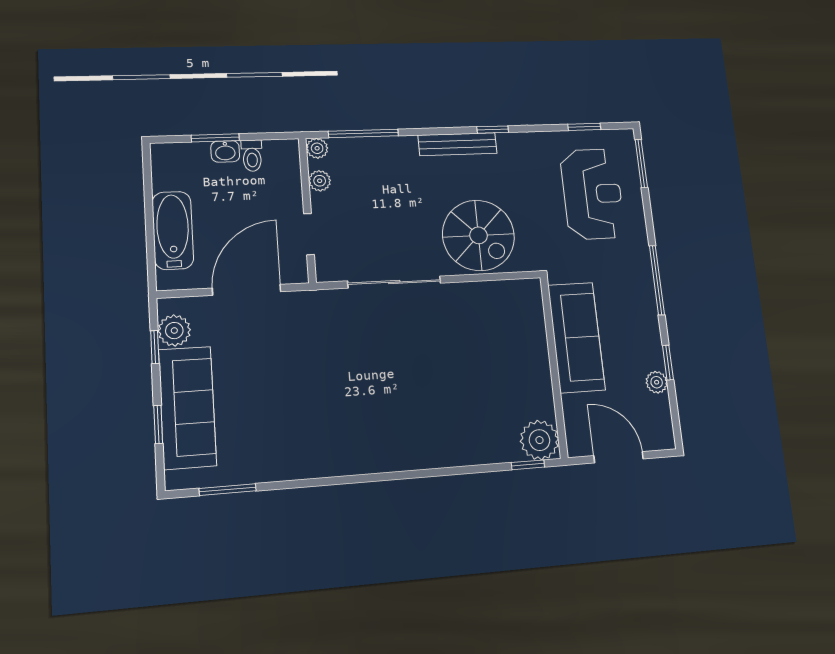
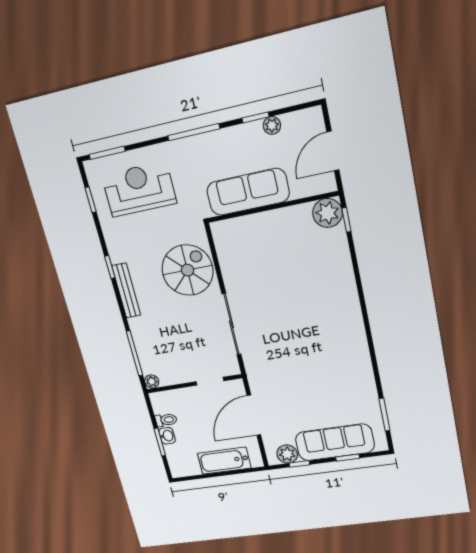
plant: (320, 181) -> (173, 378), removed
door: (247, 290) -> (254, 415), hinge flipped

